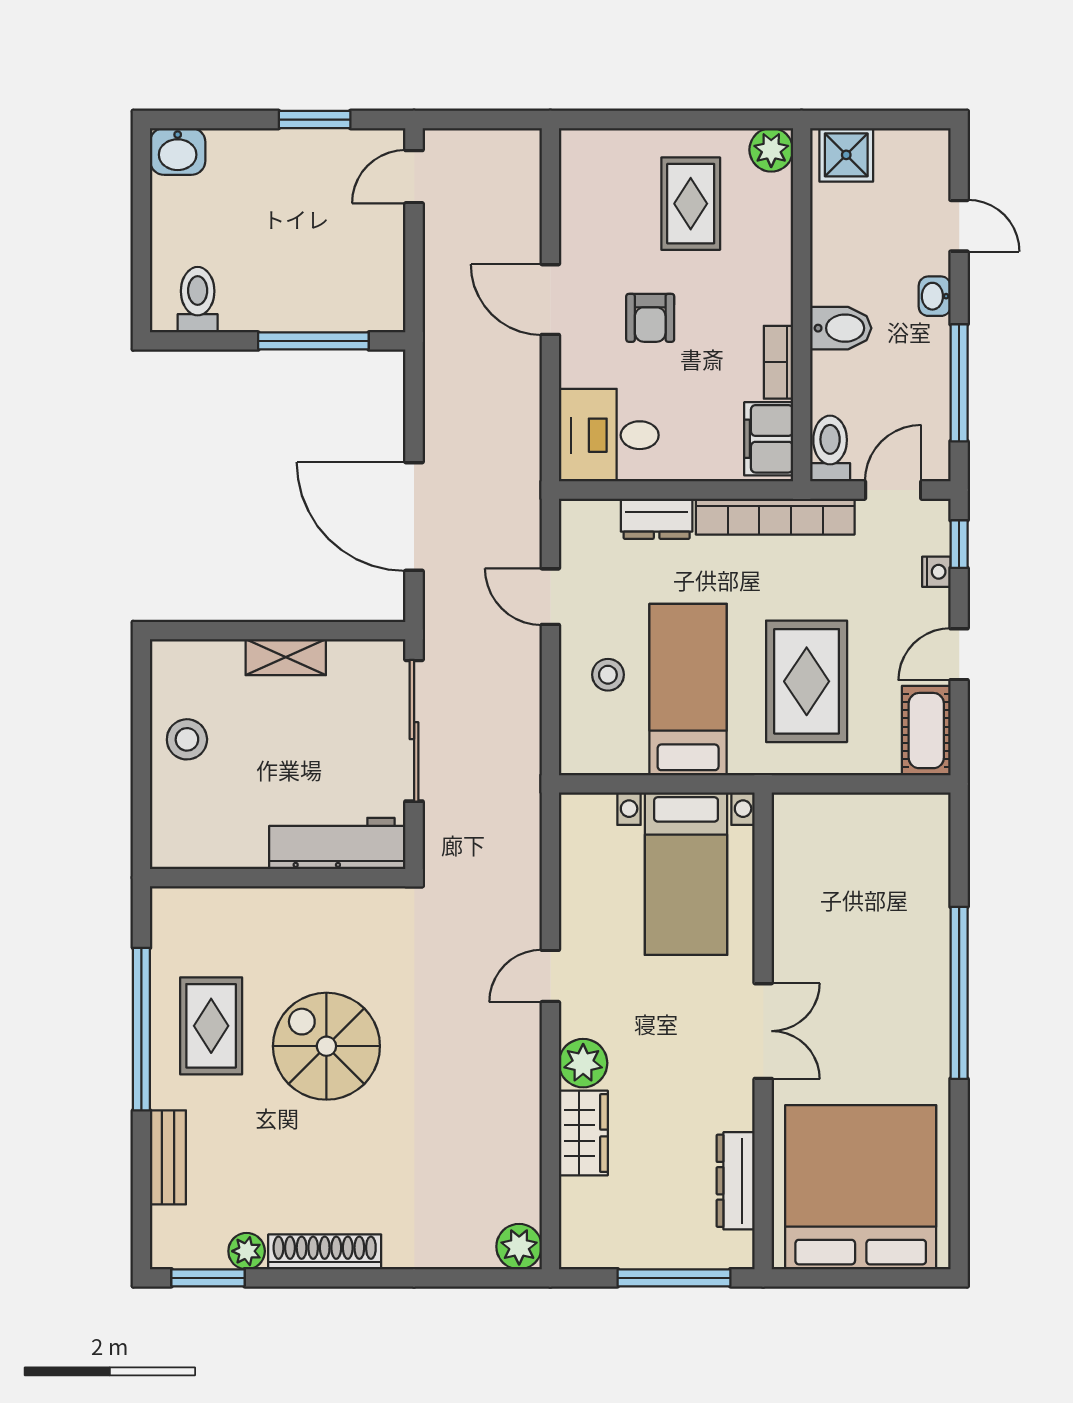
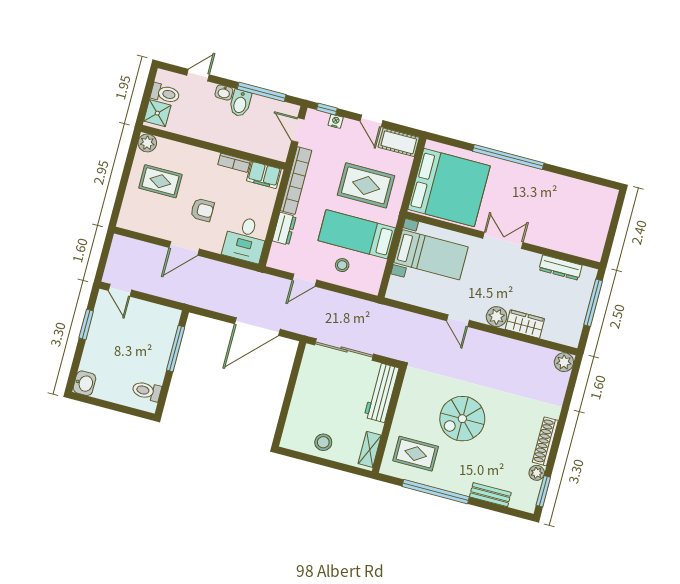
bidet: (841, 328) -> (240, 103), moved, turned 180
toilet: (830, 449) -> (165, 93), moved, turned 180
shelving: (286, 657) -> (370, 449), moved
rug: (211, 1026) -> (416, 454), moved
bed: (861, 1187) -> (449, 188), moved, turned 180

